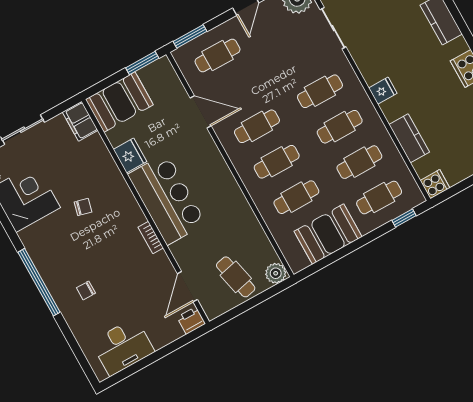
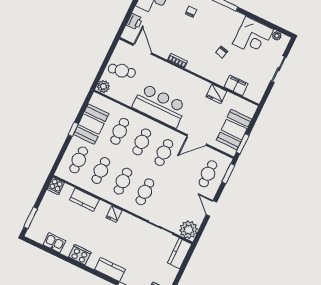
booth: (119, 102) -> (234, 129), moved
filing cabinet: (80, 121) -> (236, 85), moved
bar counter: (167, 199) -> (160, 106), moved, turned 180
window: (404, 218) -> (73, 129), moved
printer: (191, 320) -> (134, 22), moved

